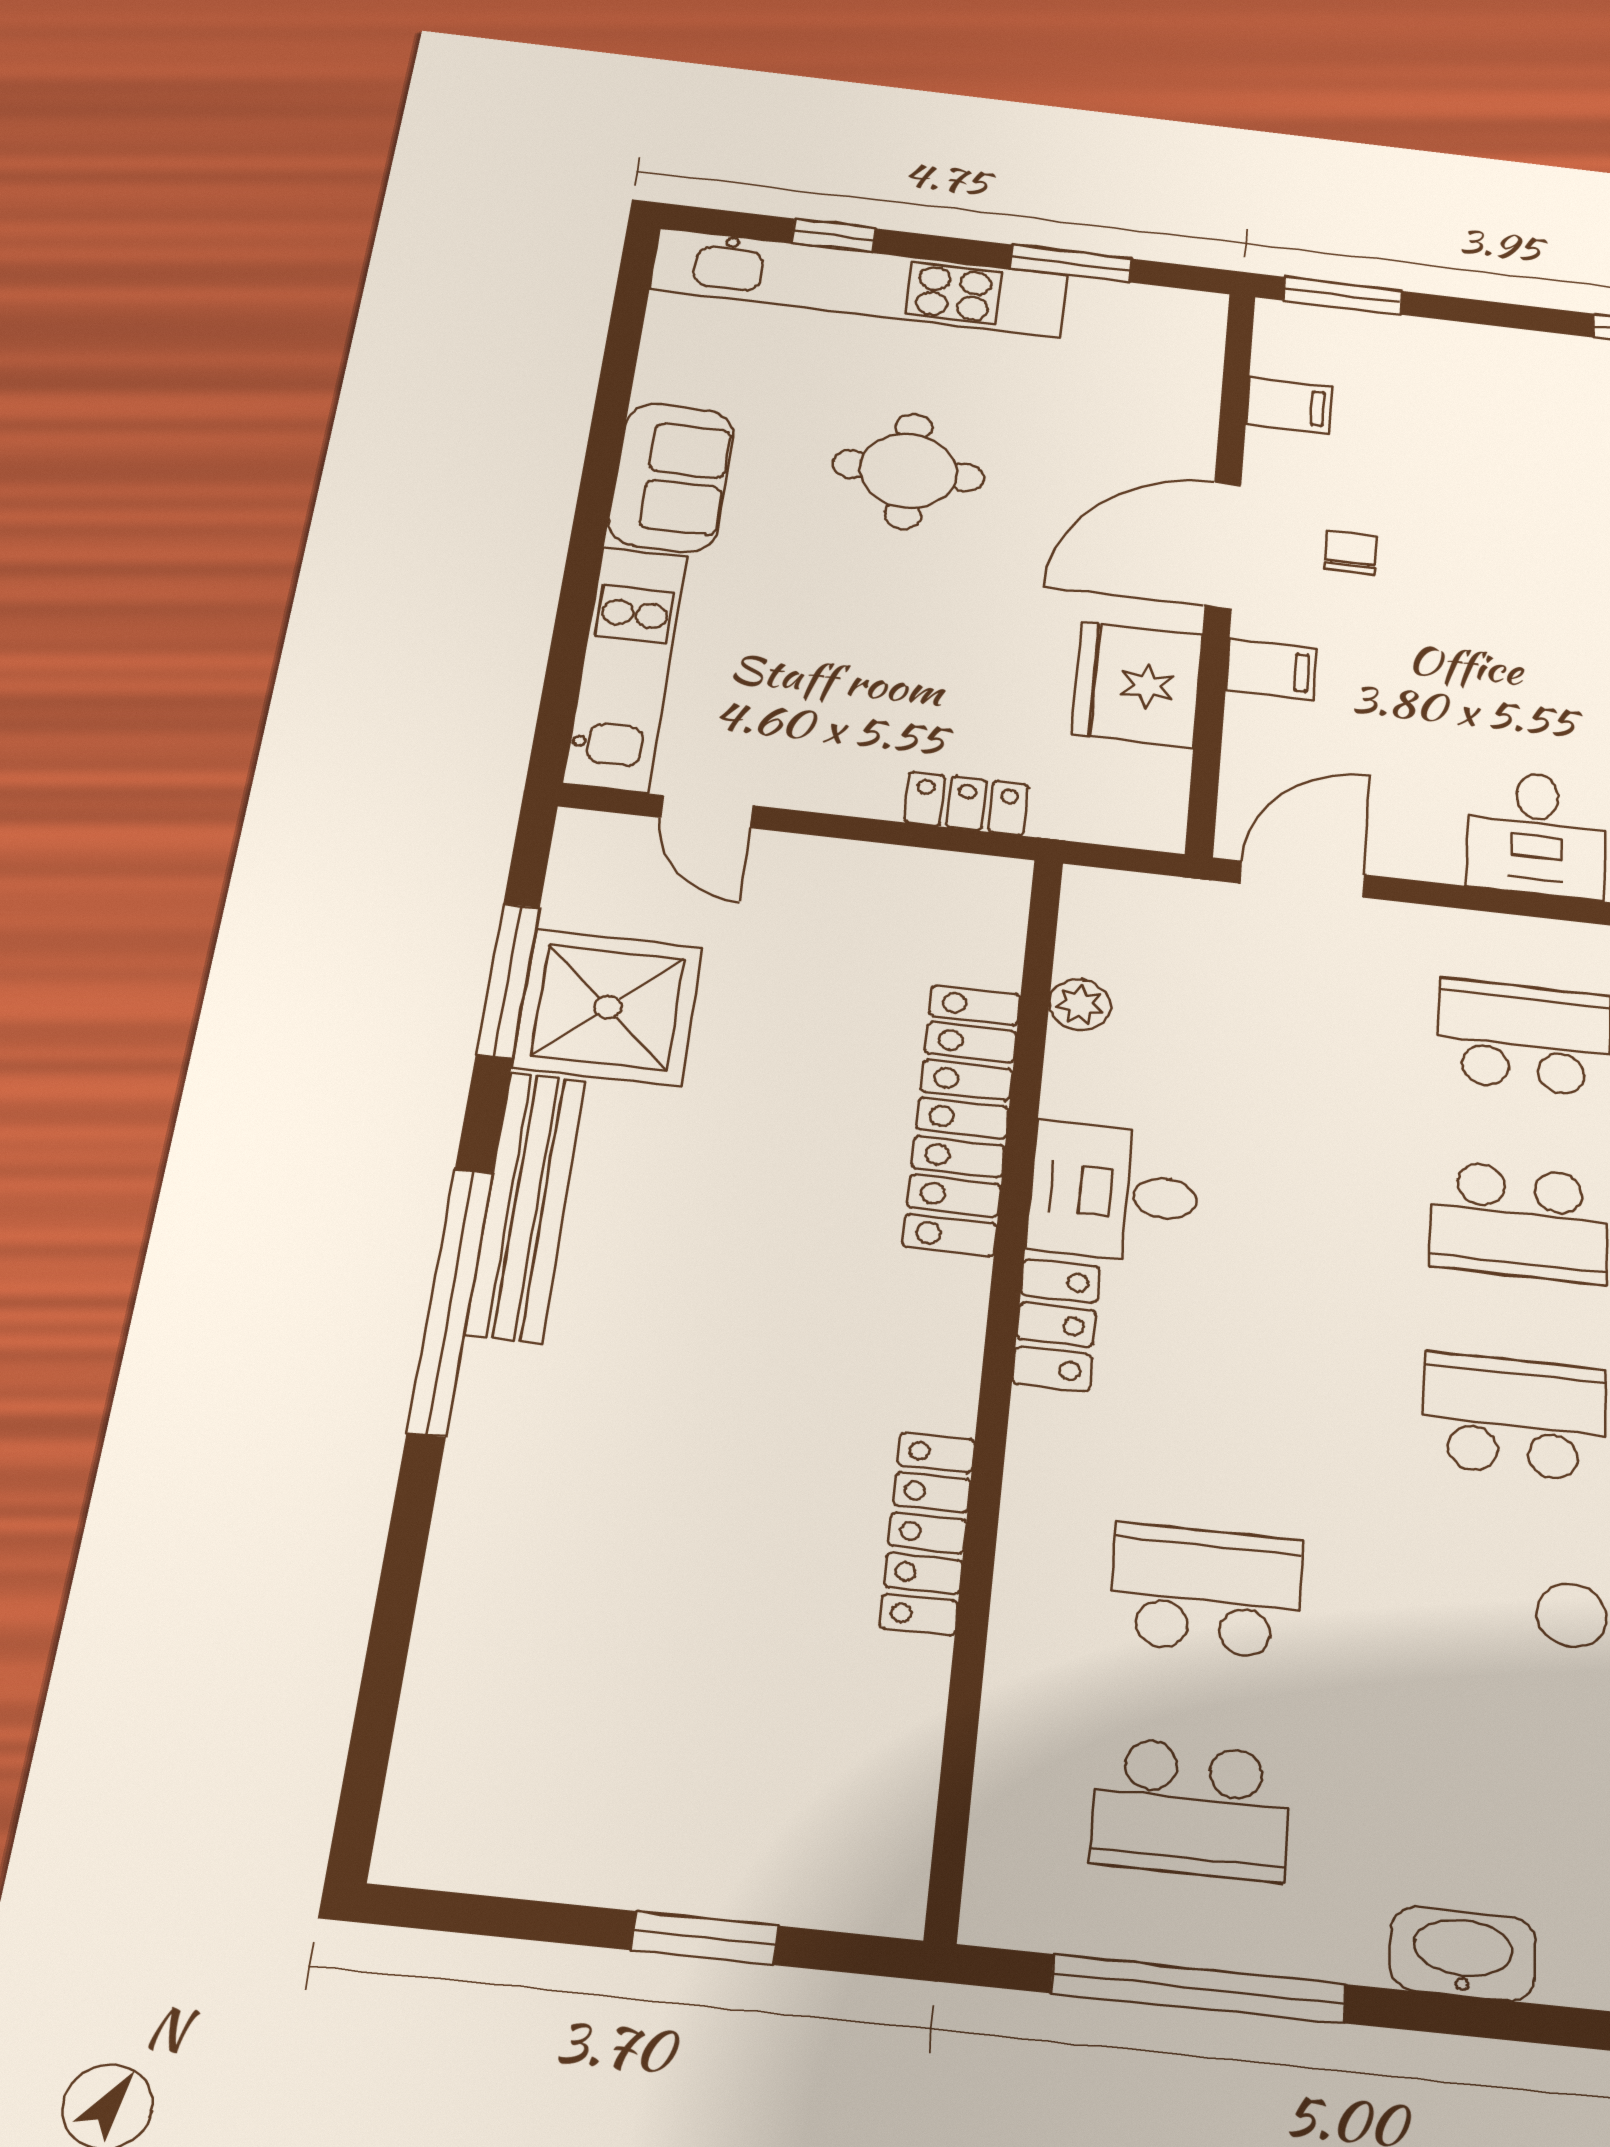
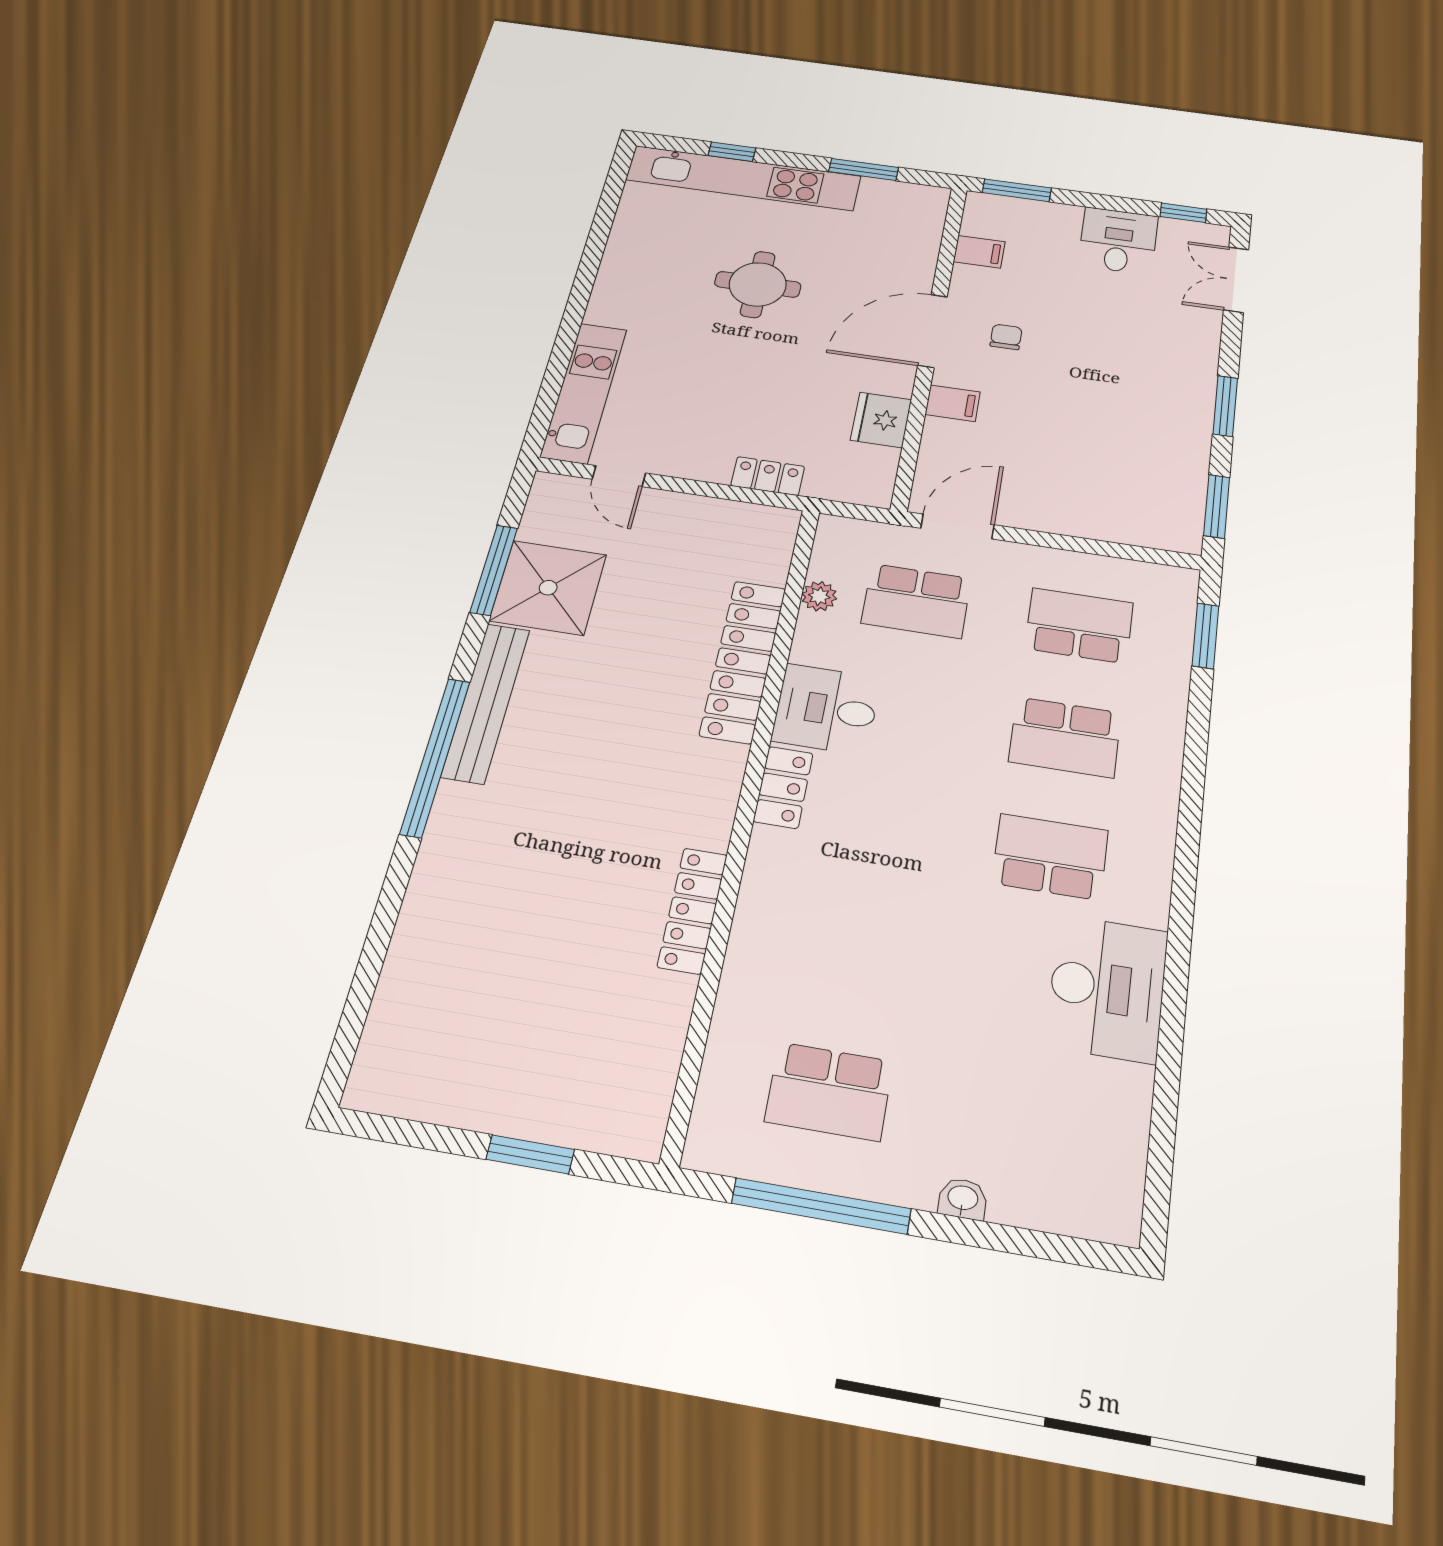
sofa: (671, 477) -> (624, 285), removed
fridge: (1137, 684) -> (881, 420), width x0.73, depth x0.75
desk: (1537, 833) -> (1118, 241), moved, turned 180
school desk: (1206, 1591) -> (916, 601), moved, turned 180
washbasin: (1463, 1954) -> (963, 1199), width x0.52, depth x0.69

